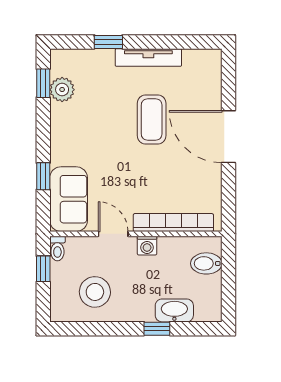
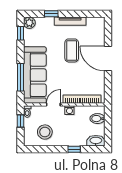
plant: (62, 90) -> (29, 23), moved
window: (43, 176) -> (20, 77), width x2.17
sofa: (69, 199) -> (35, 75), width x1.85, depth x1.27
door: (113, 234) -> (53, 105), hinge flipped
washbasin: (174, 310) -> (96, 141), moved

